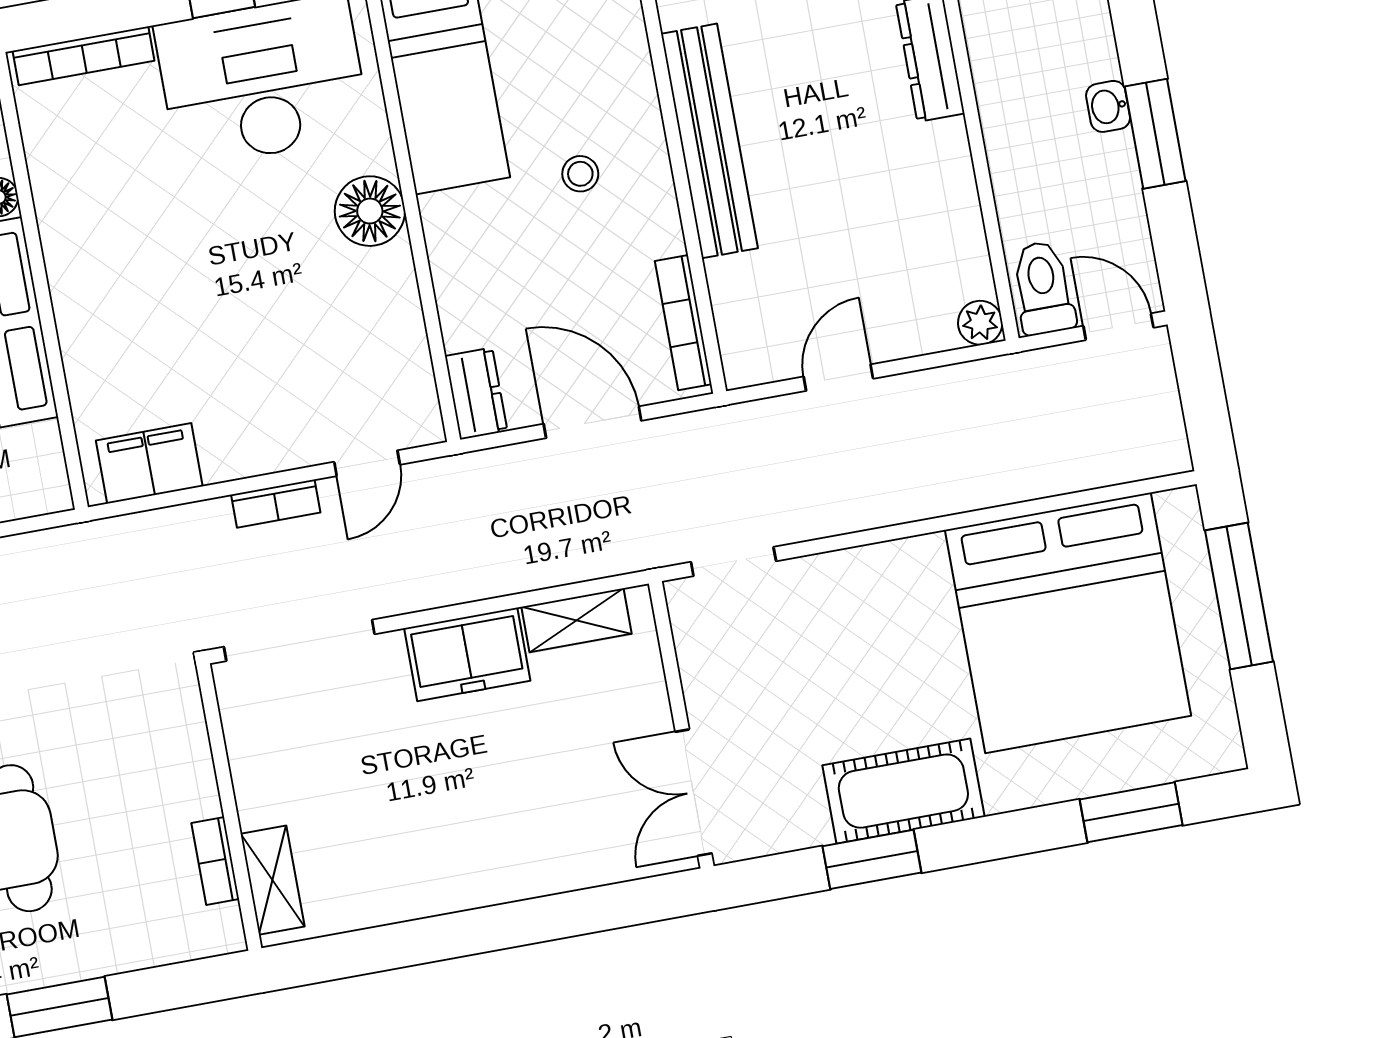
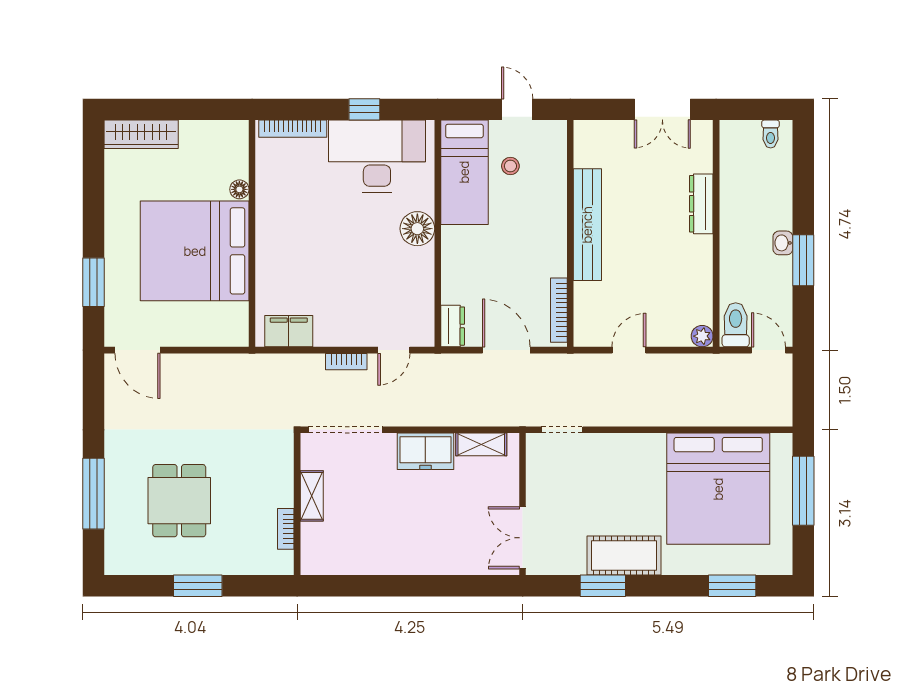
stool: (580, 174) -> (510, 166), moved
shelving: (273, 880) -> (312, 496), moved

